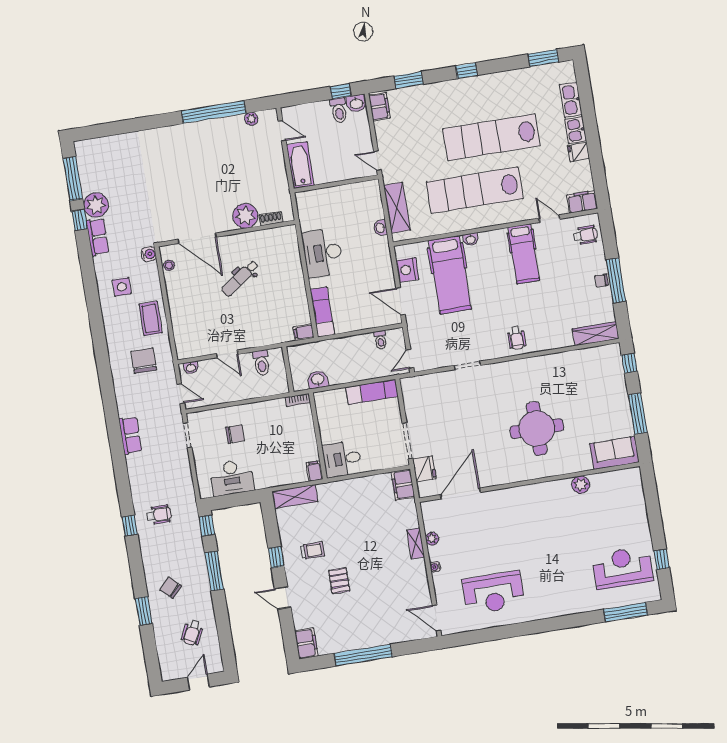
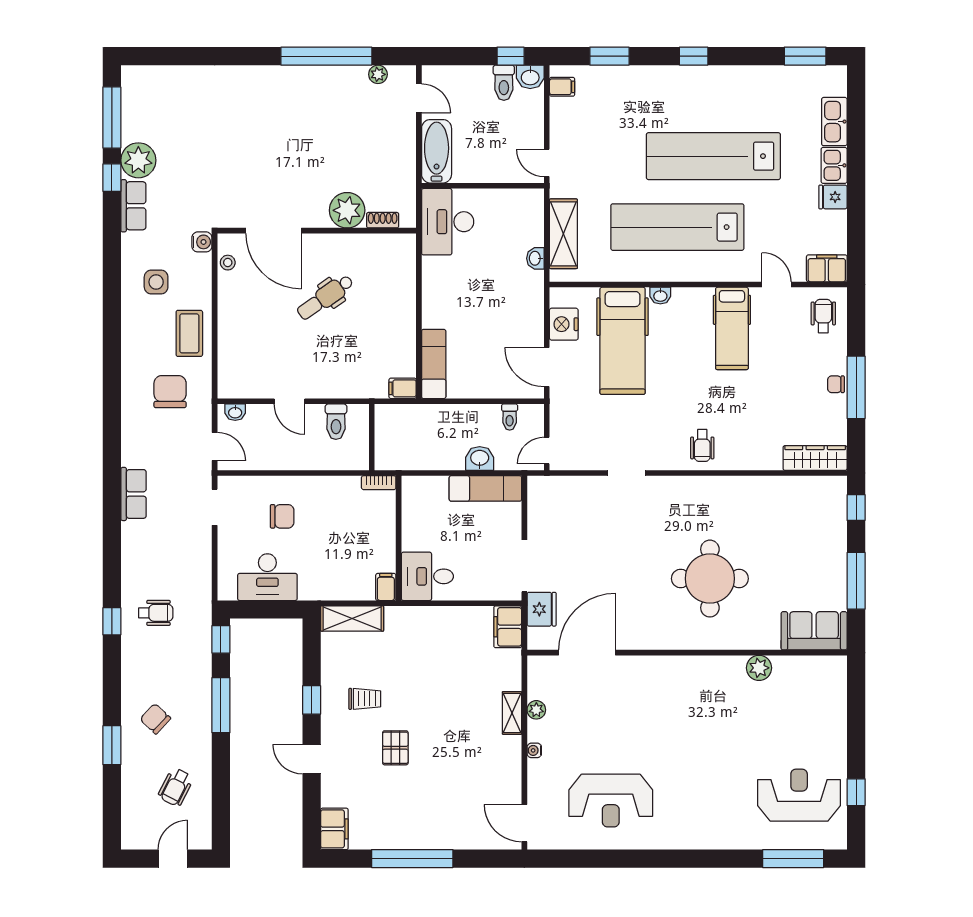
filing cabinet: (379, 107) -> (562, 87), width x0.50
wheelchair: (585, 235) -> (823, 316), turned -90
desk: (322, 253) -> (448, 222), moved
washbasin: (318, 380) -> (480, 458), moved

